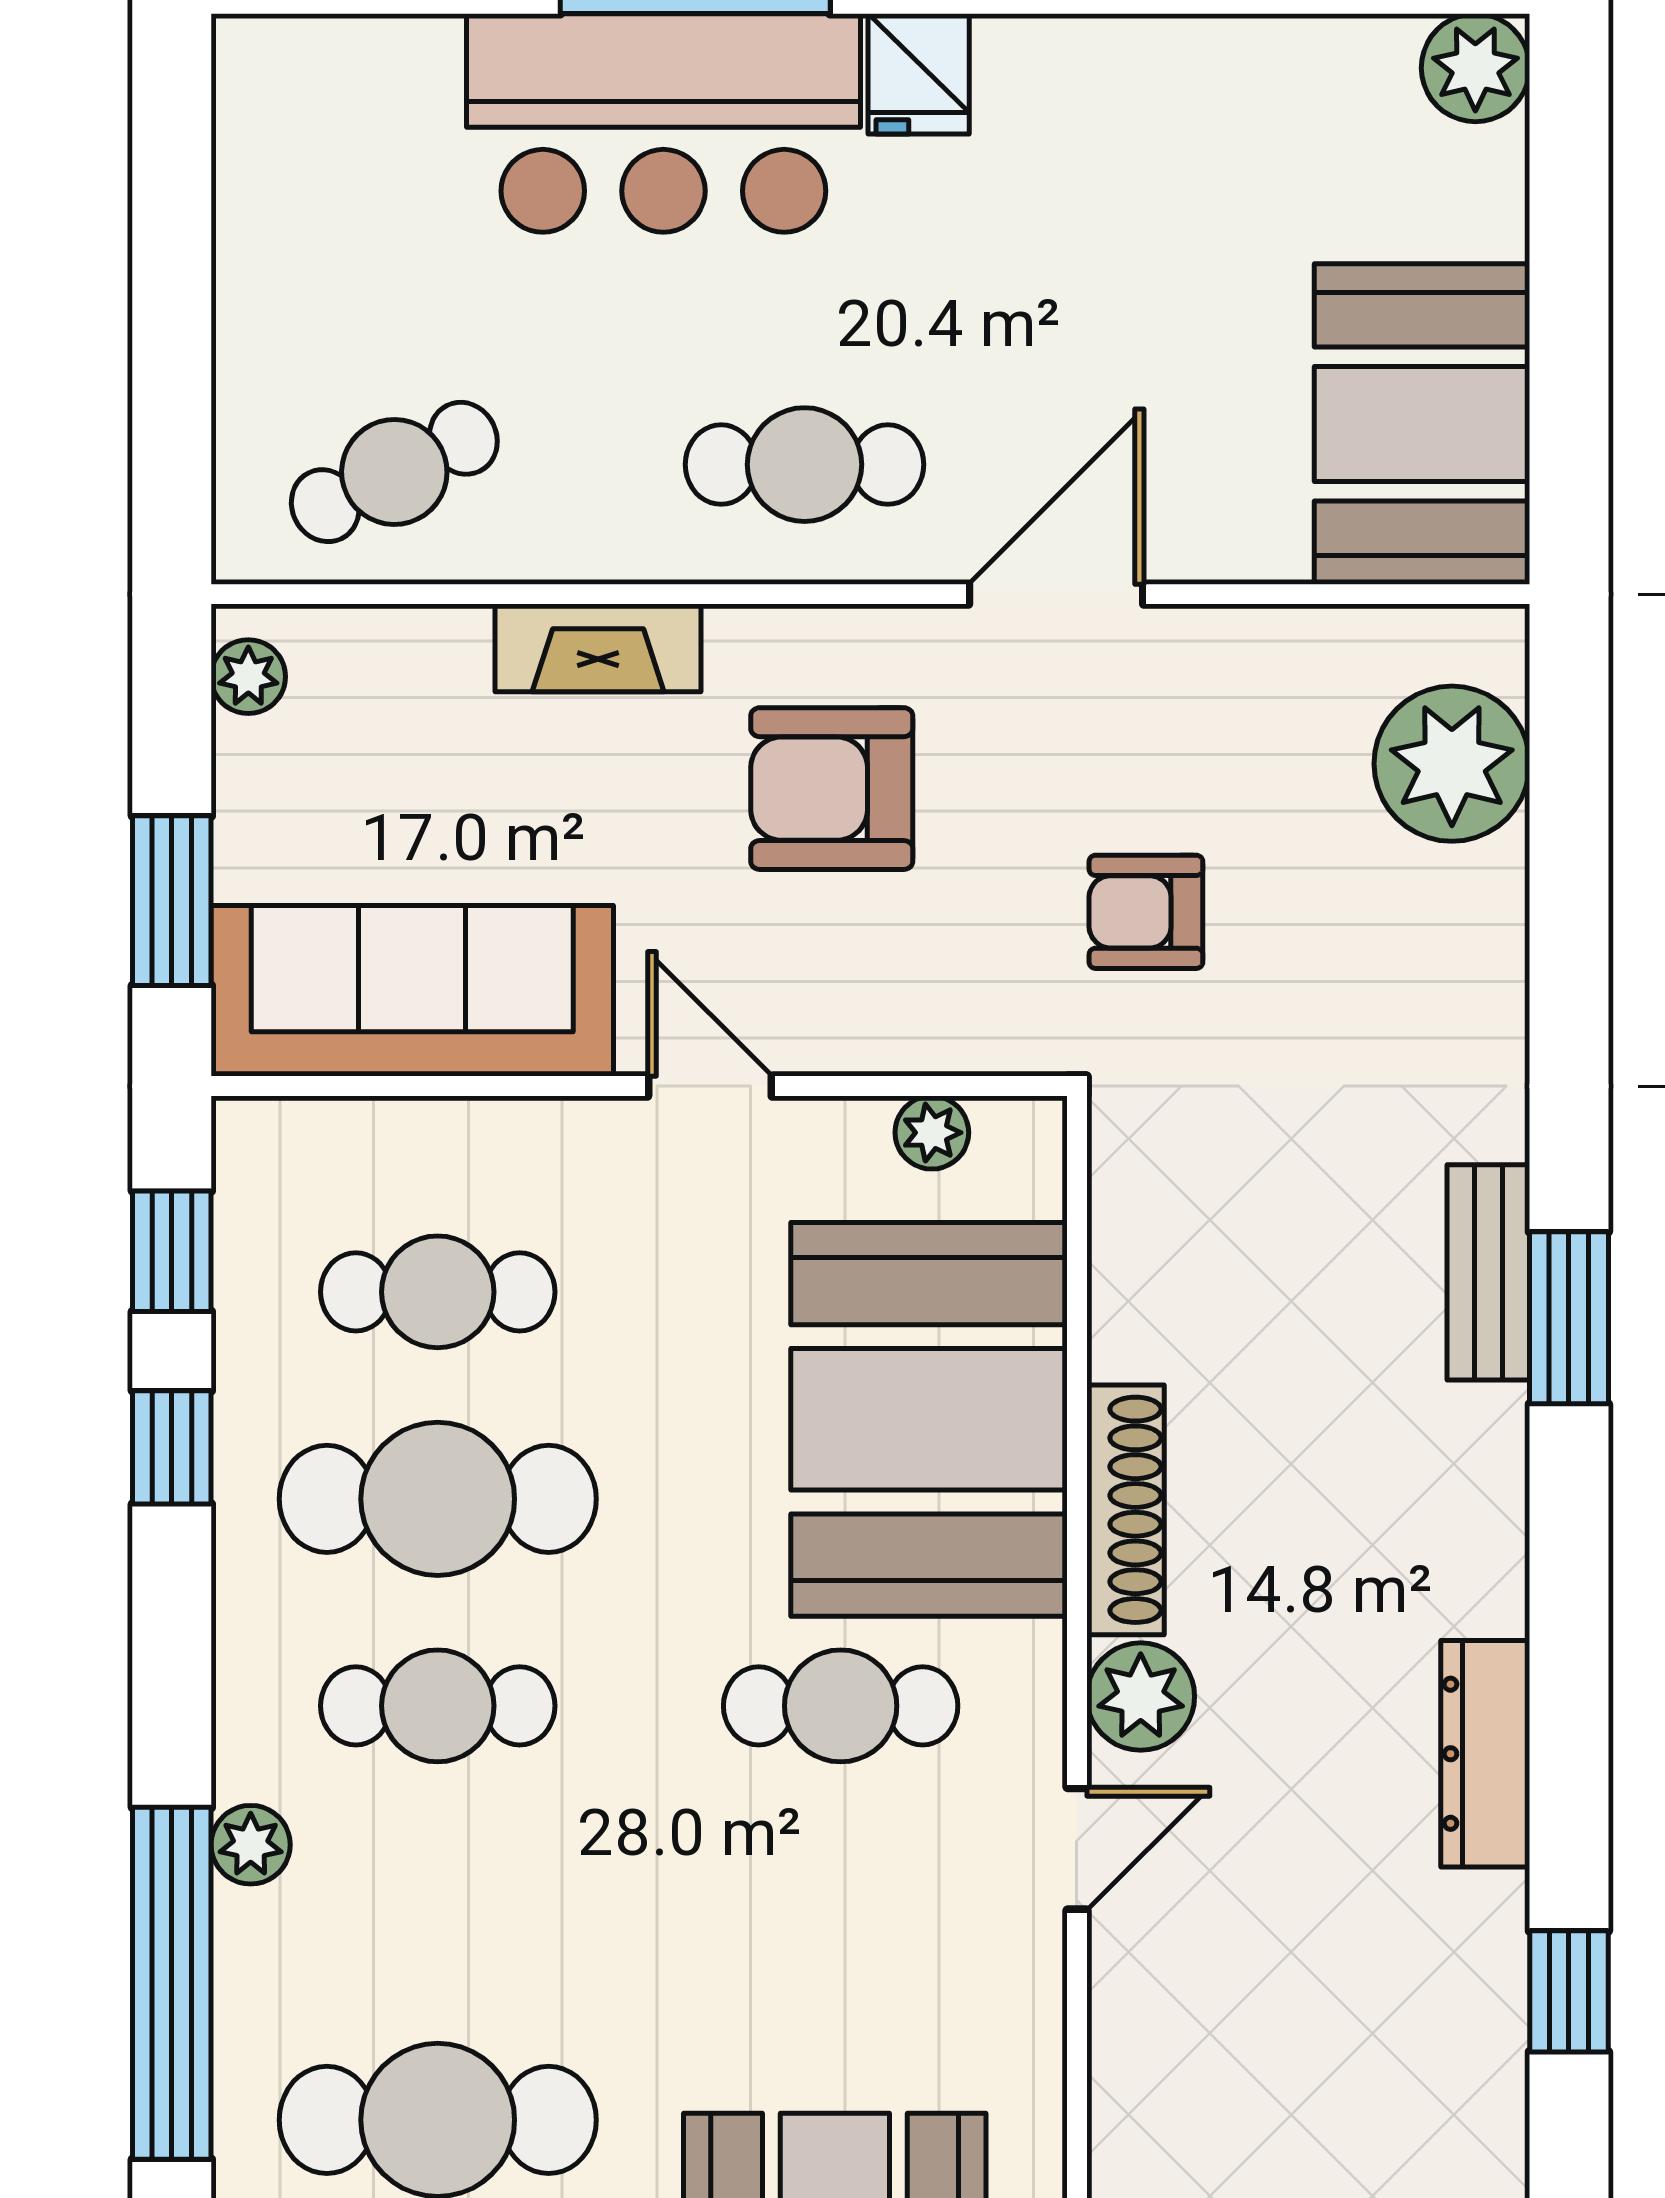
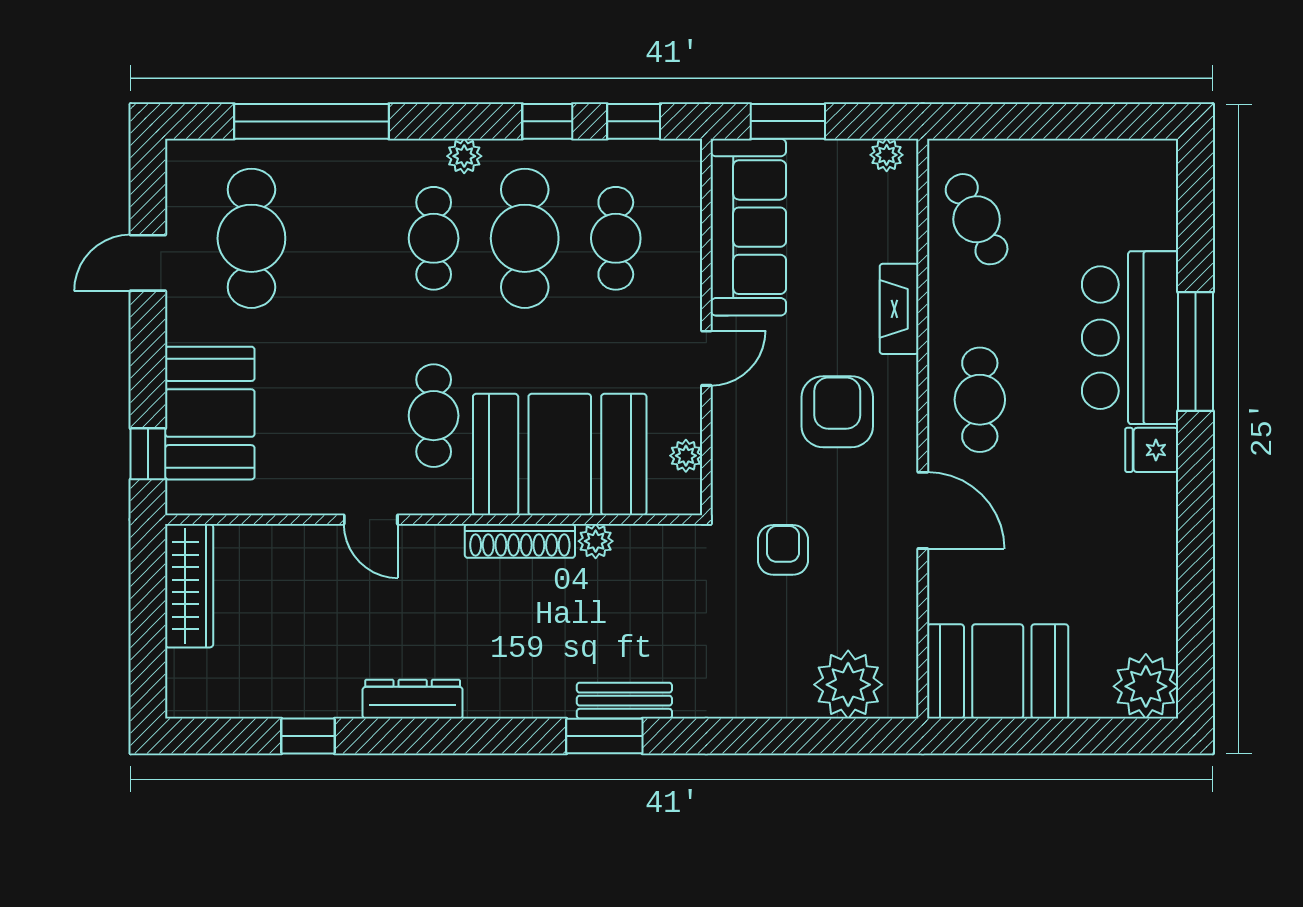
plant: (1475, 68) -> (1146, 686), width x1.36, depth x1.36
plant: (1141, 1697) -> (596, 541), moved, width x0.73, depth x0.73
plant: (251, 1845) -> (464, 156), moved

